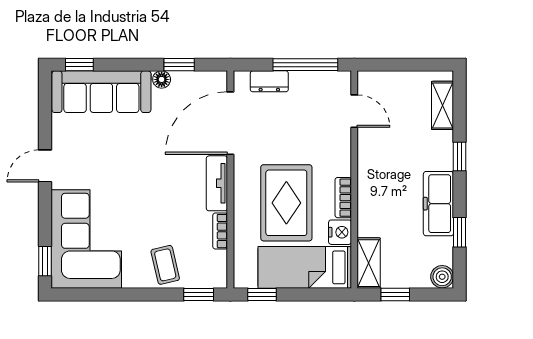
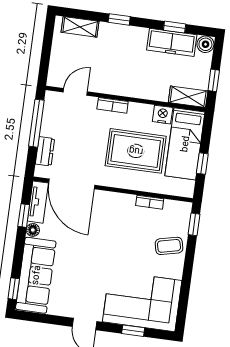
tv unit: (217, 183) -> (38, 202), moved, turned -90
bookcase: (343, 198) -> (113, 105), moved
freezer: (438, 204) -> (172, 42), moved
window: (45, 261) -> (133, 331), moved
window: (262, 294) -> (202, 164), moved

